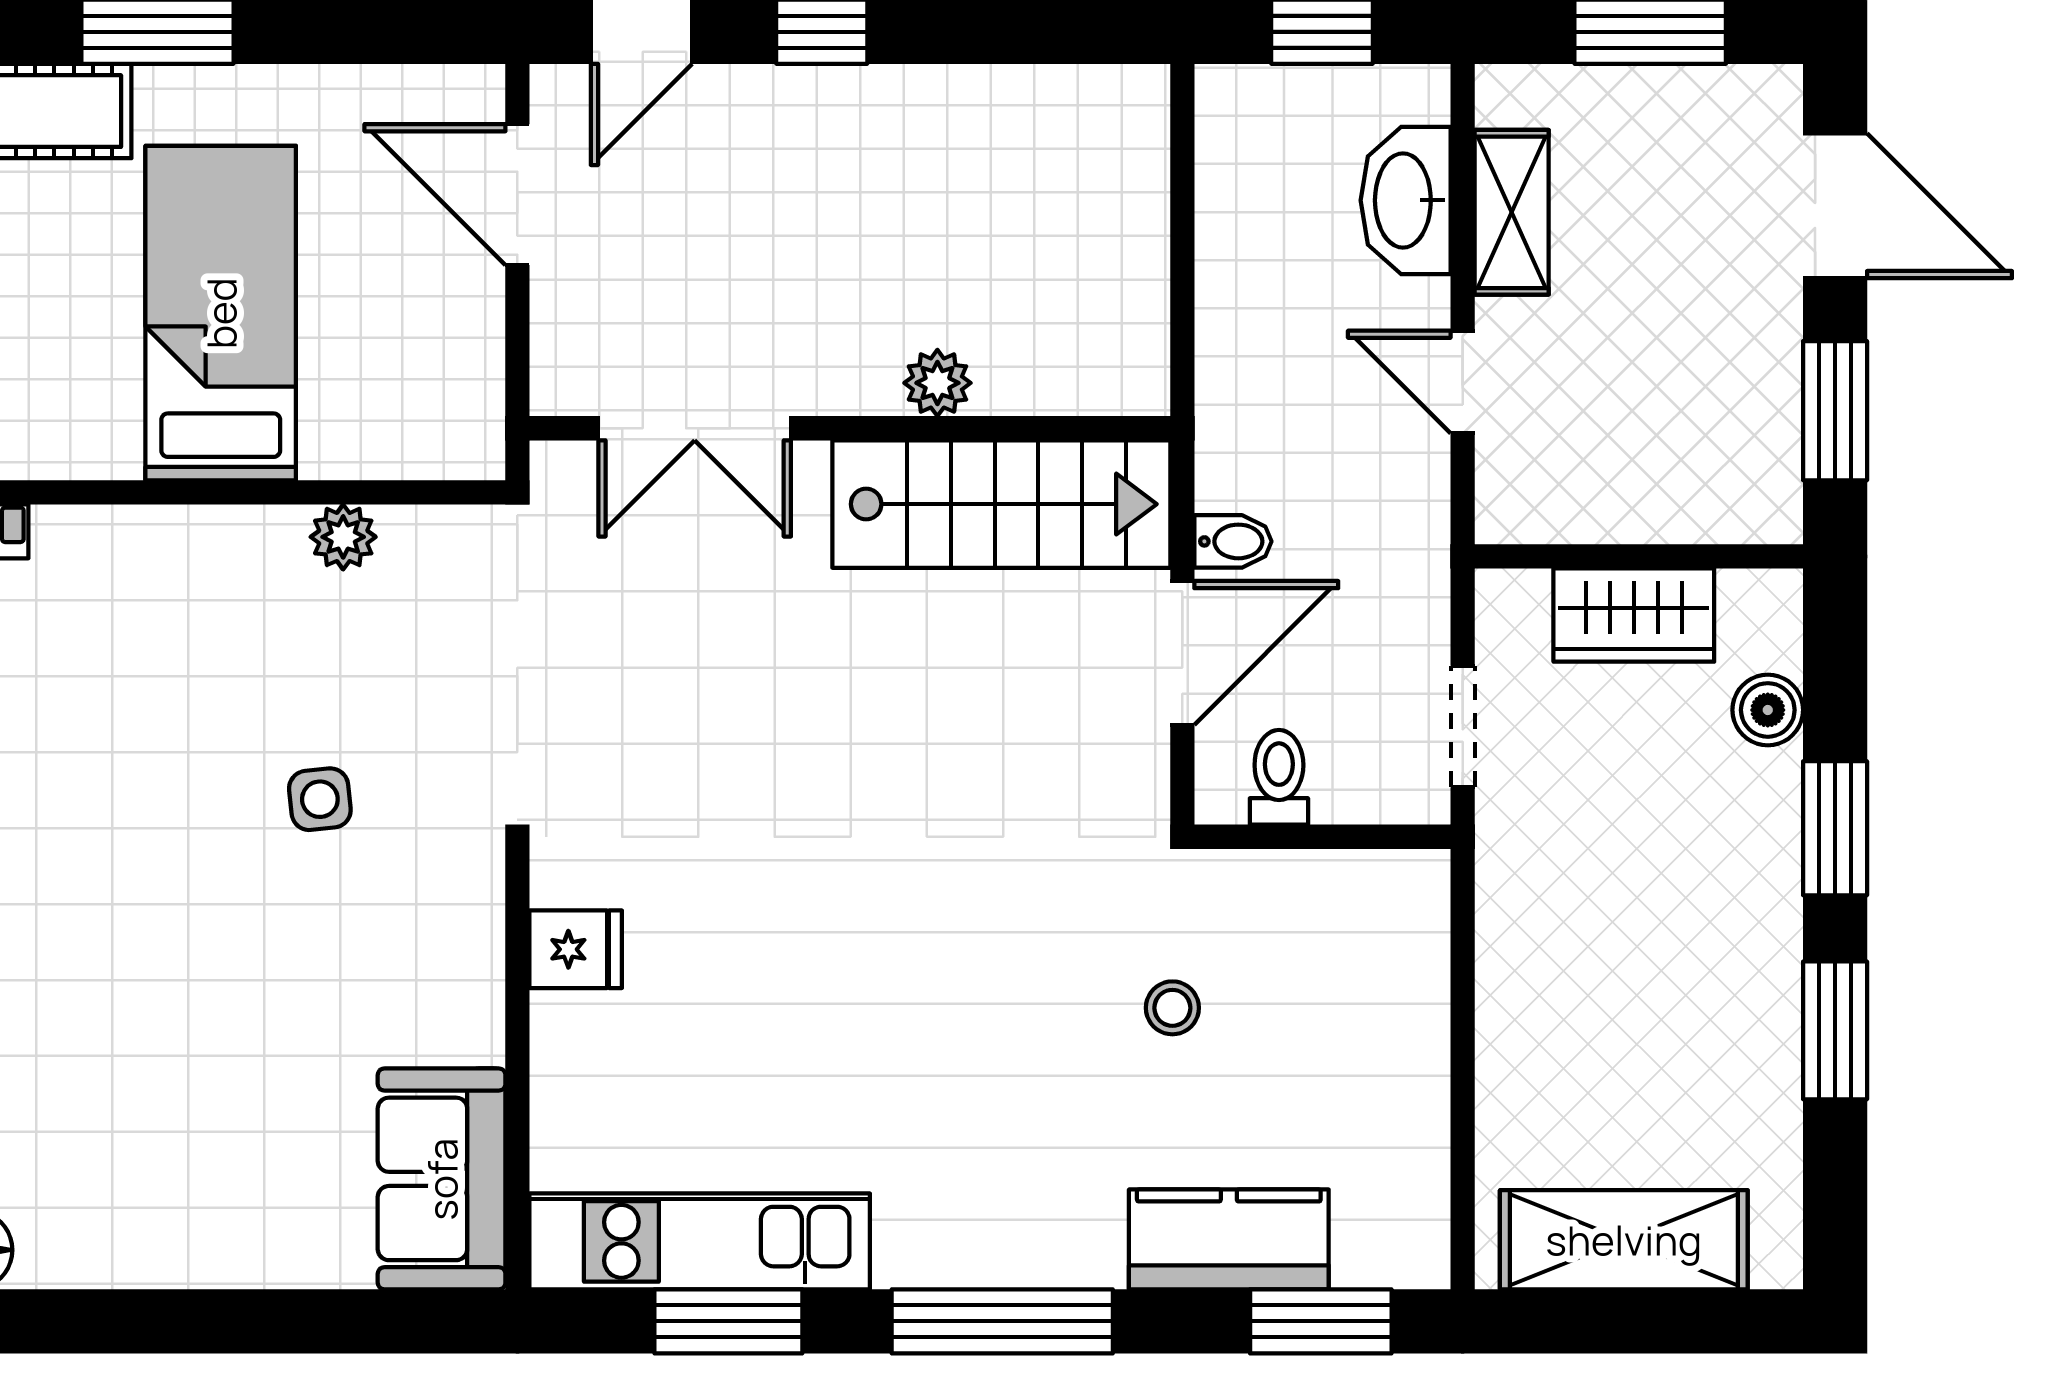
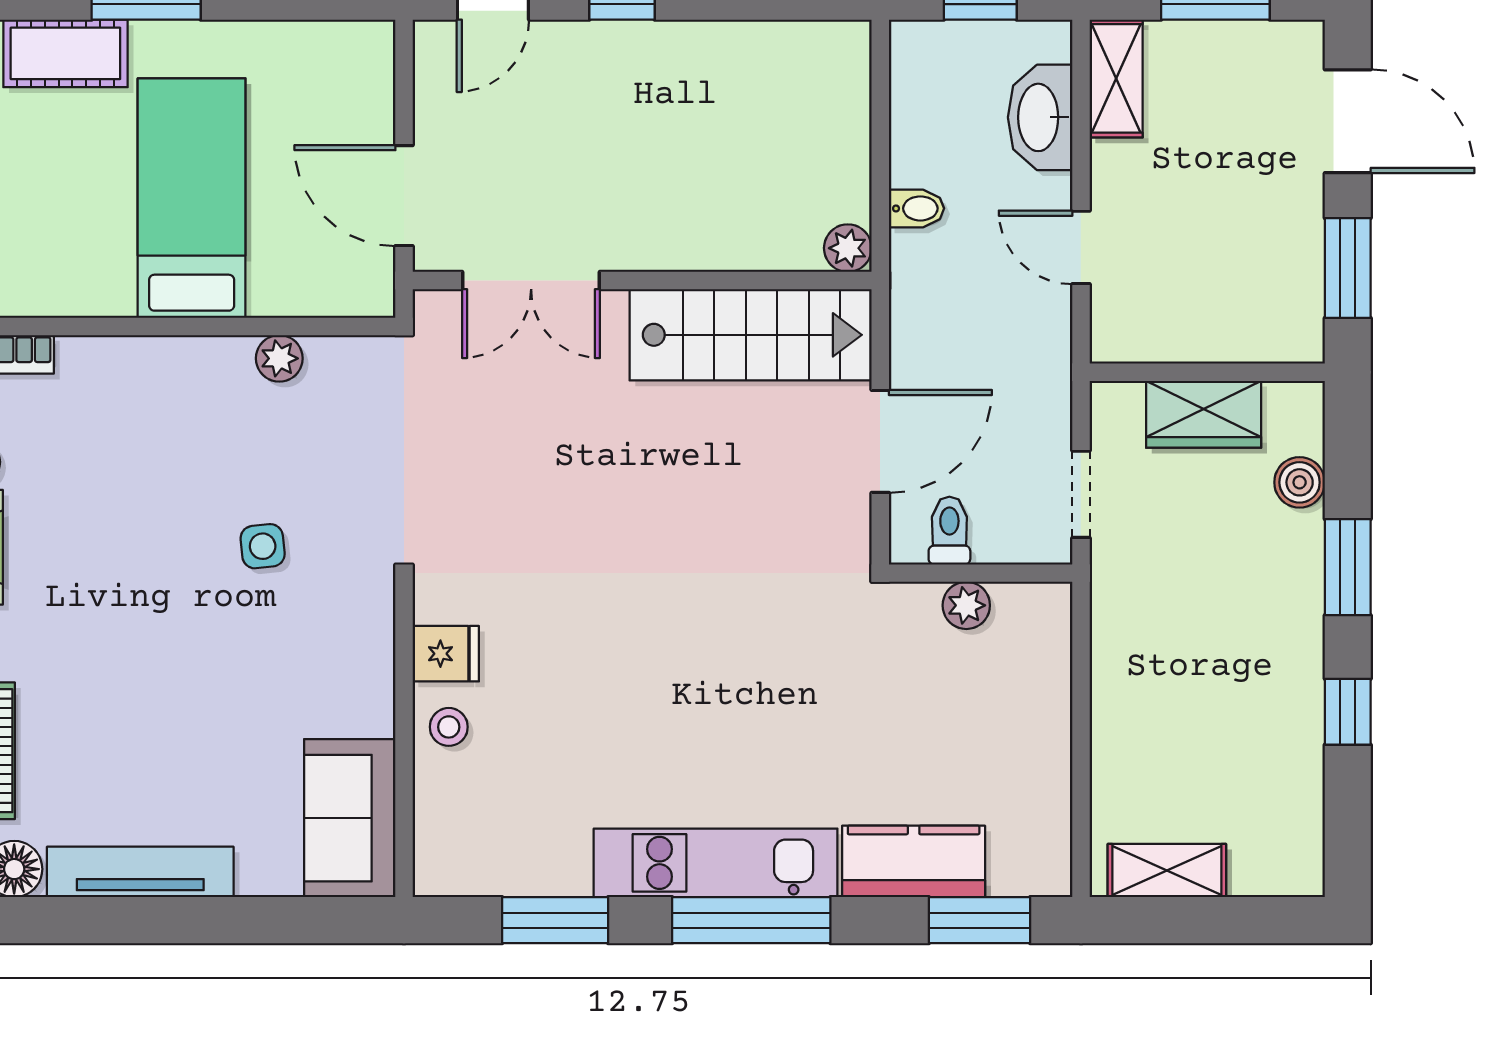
door: (517, 195) -> (404, 196), moved
shelving: (1512, 212) -> (1116, 78), moved
plant: (937, 383) -> (848, 248), moved
bidet: (1233, 541) -> (917, 208), moved
plant: (1302, 882) -> (966, 605), added
stool: (1172, 1008) -> (449, 727), moved
window: (1835, 1030) -> (1348, 712), width x0.67
shelving: (1624, 1240) -> (1167, 871), width x0.67, depth x0.75
kitchen unit: (700, 1241) -> (716, 863), moved
tv unit: (149, 1254) -> (140, 872), added

